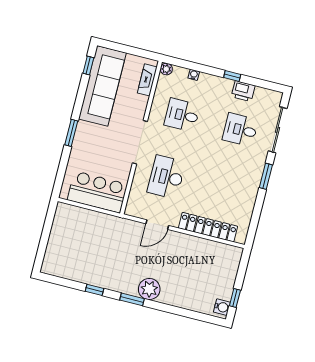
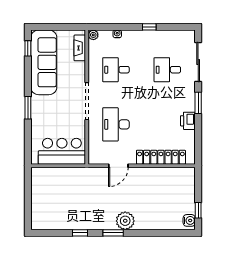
printer: (243, 91) -> (188, 121), moved, turned 90

